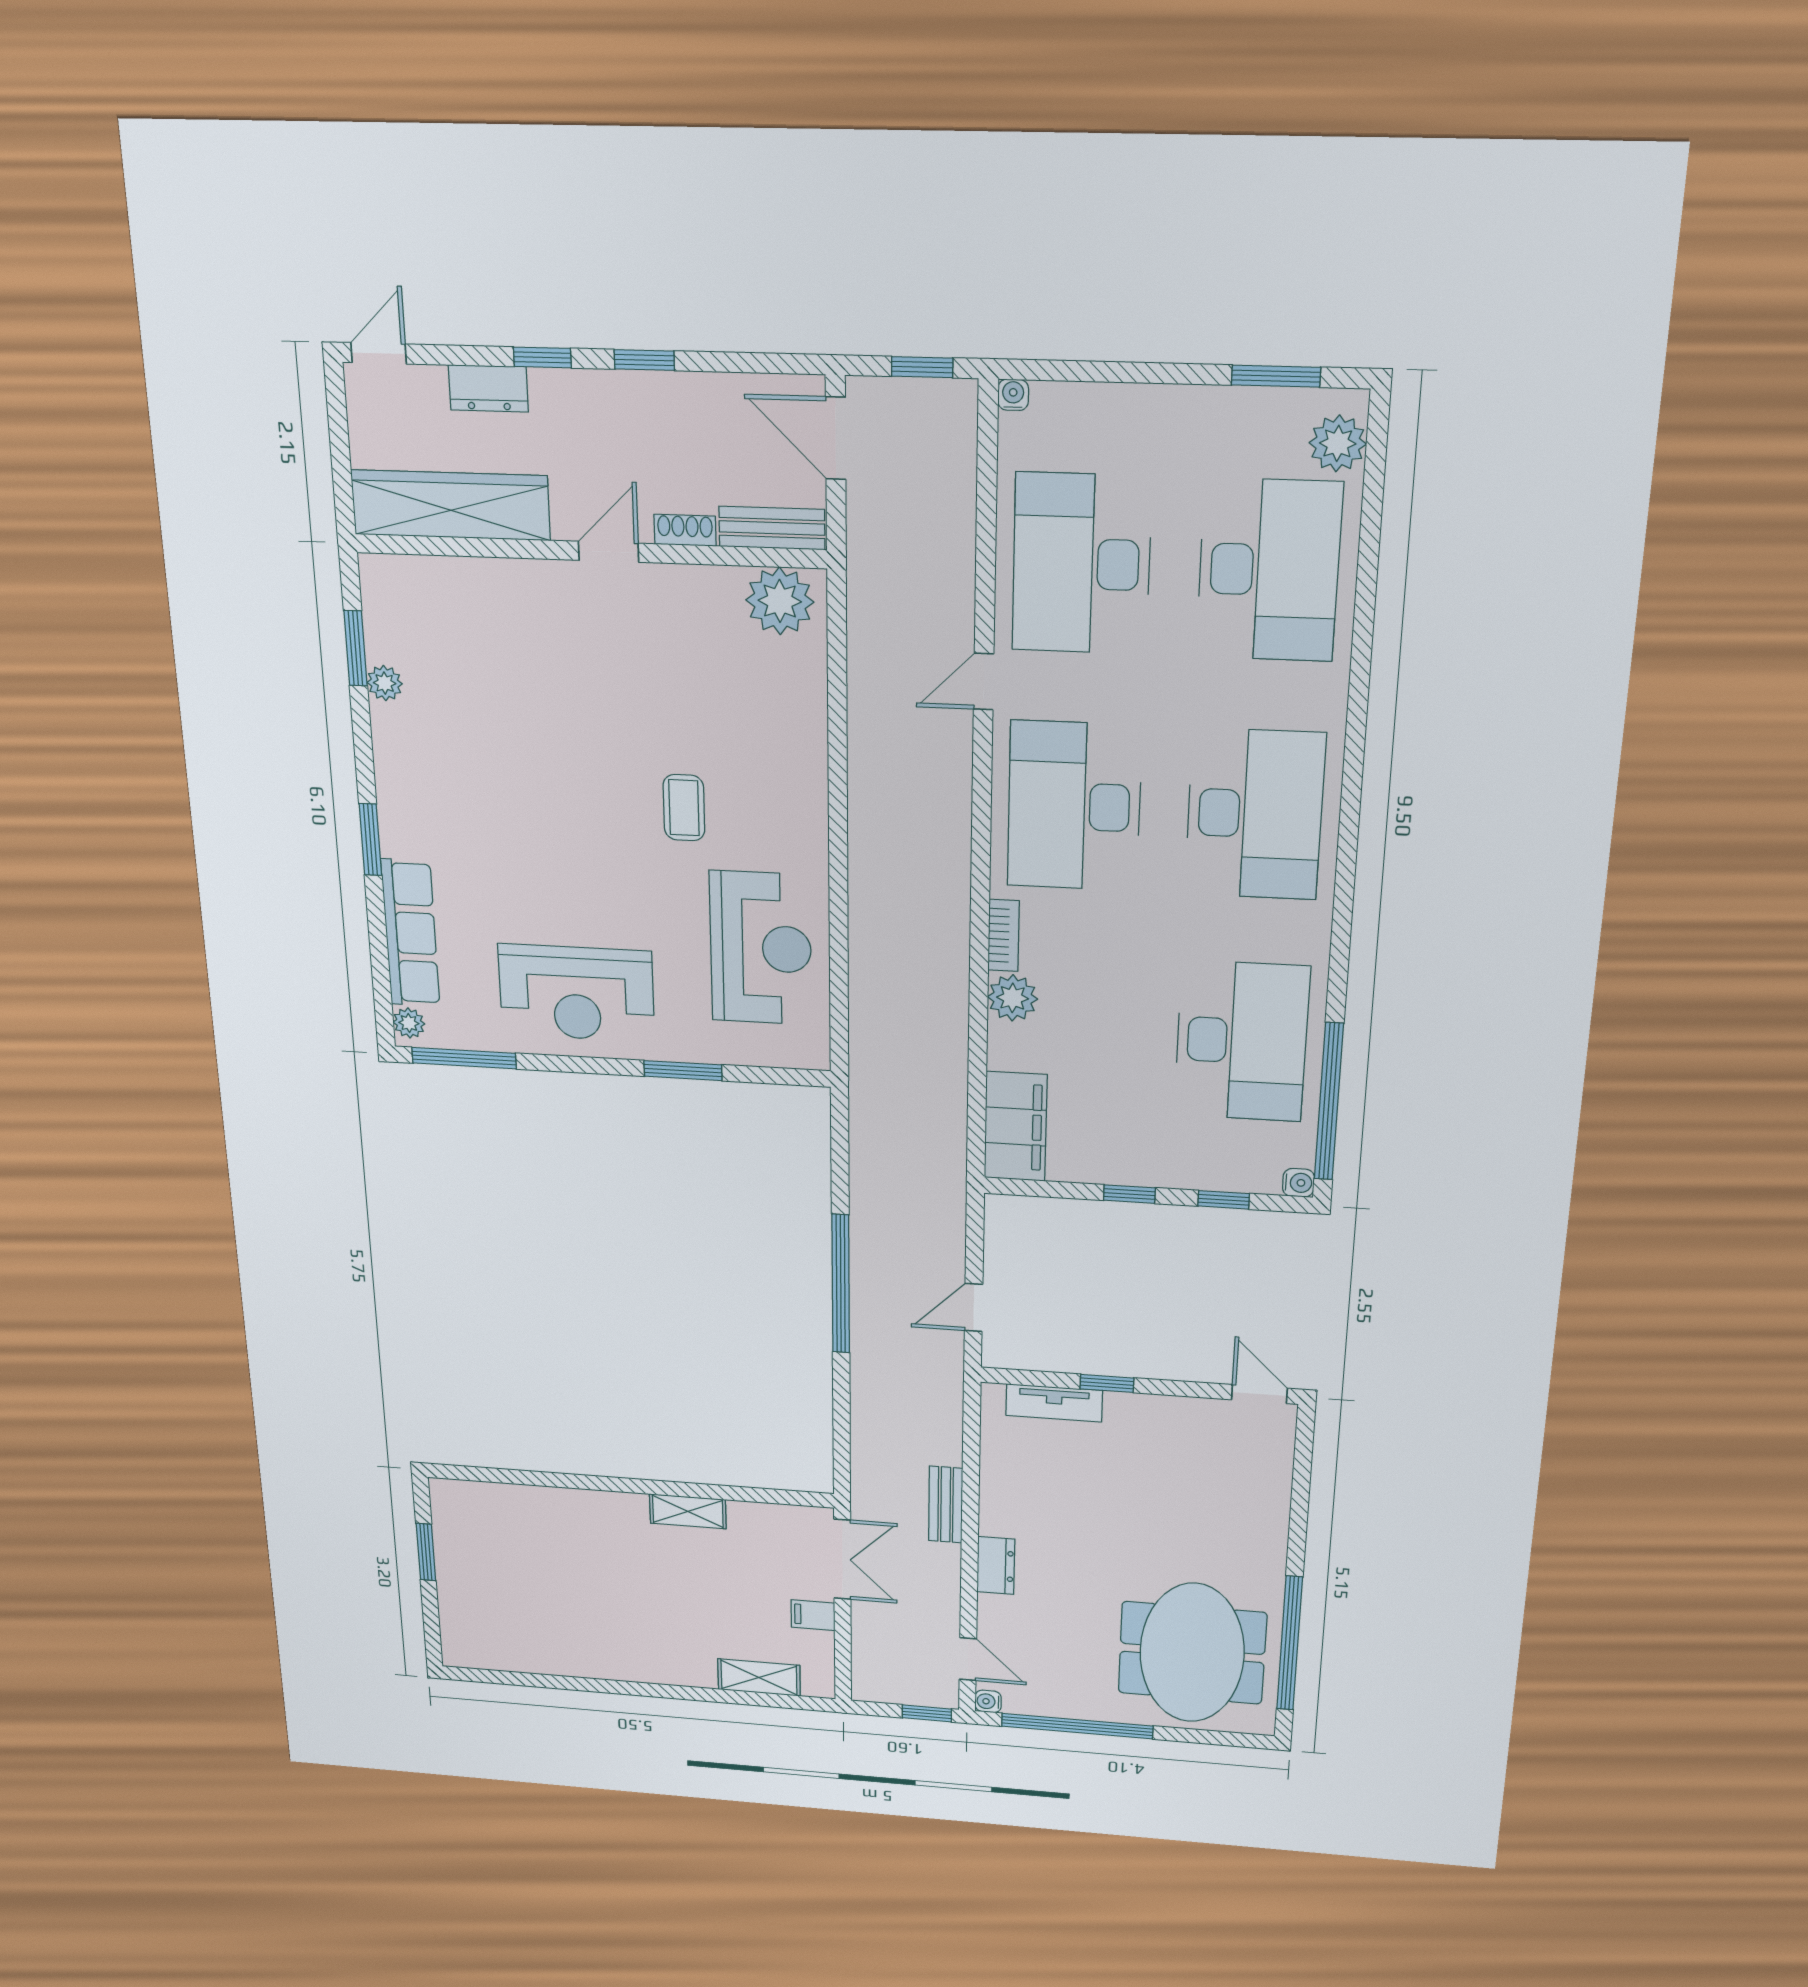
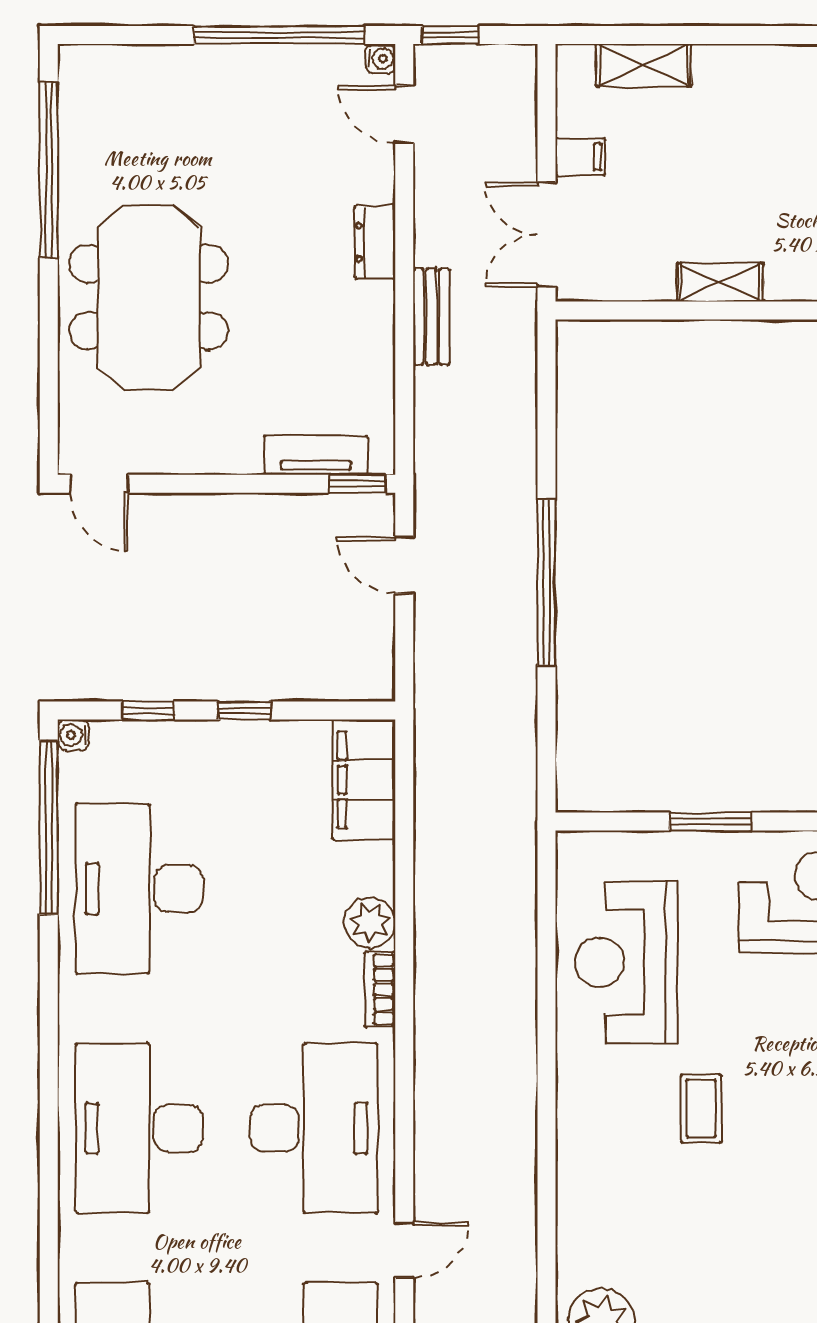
door: (974, 1307) -> (404, 565), swing flipped
window: (1107, 1383) -> (357, 484), moved
meeting table: (1192, 1653) -> (149, 297), moved

